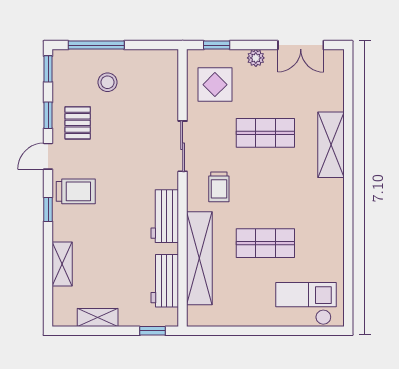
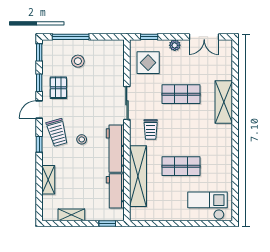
trolley: (76, 191) -> (57, 132), turned 74
stool: (113, 202) -> (82, 139), added
workbench: (165, 216) -> (115, 149), width x1.38

